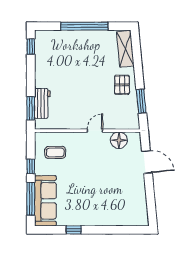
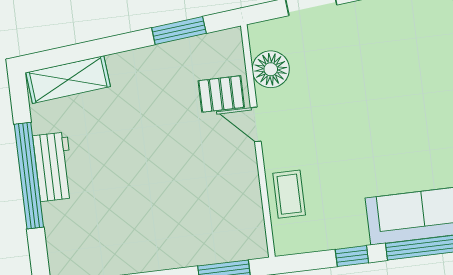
pallet: (122, 85) -> (221, 94), moved
workbench: (42, 103) -> (54, 167), moved, turned 90
coffee table: (55, 152) -> (289, 194), moved

